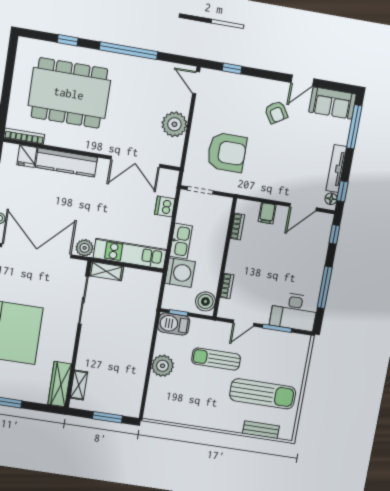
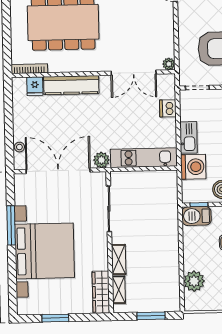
plant: (174, 124) -> (169, 64), moved, width x0.53, depth x0.53
shelving: (106, 271) -> (119, 260), moved, turned 90
plant: (163, 366) -> (194, 281), moved

